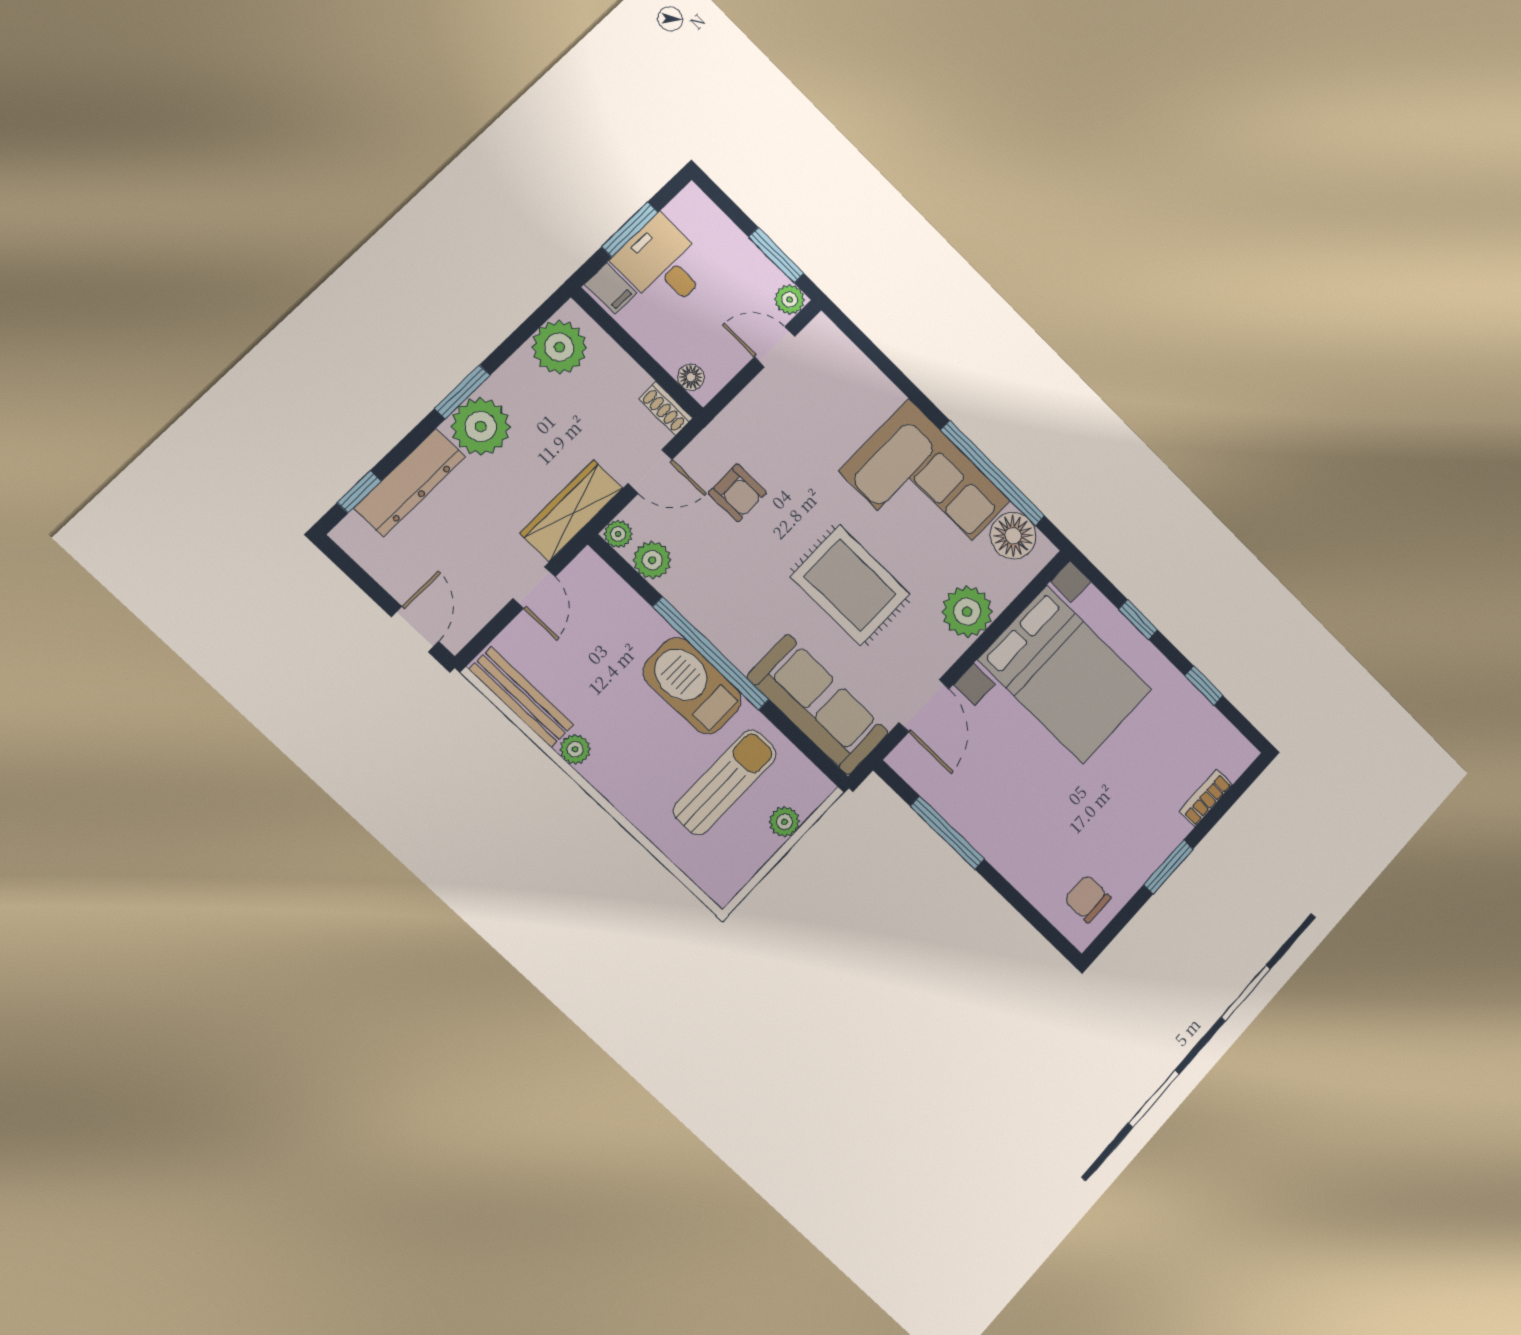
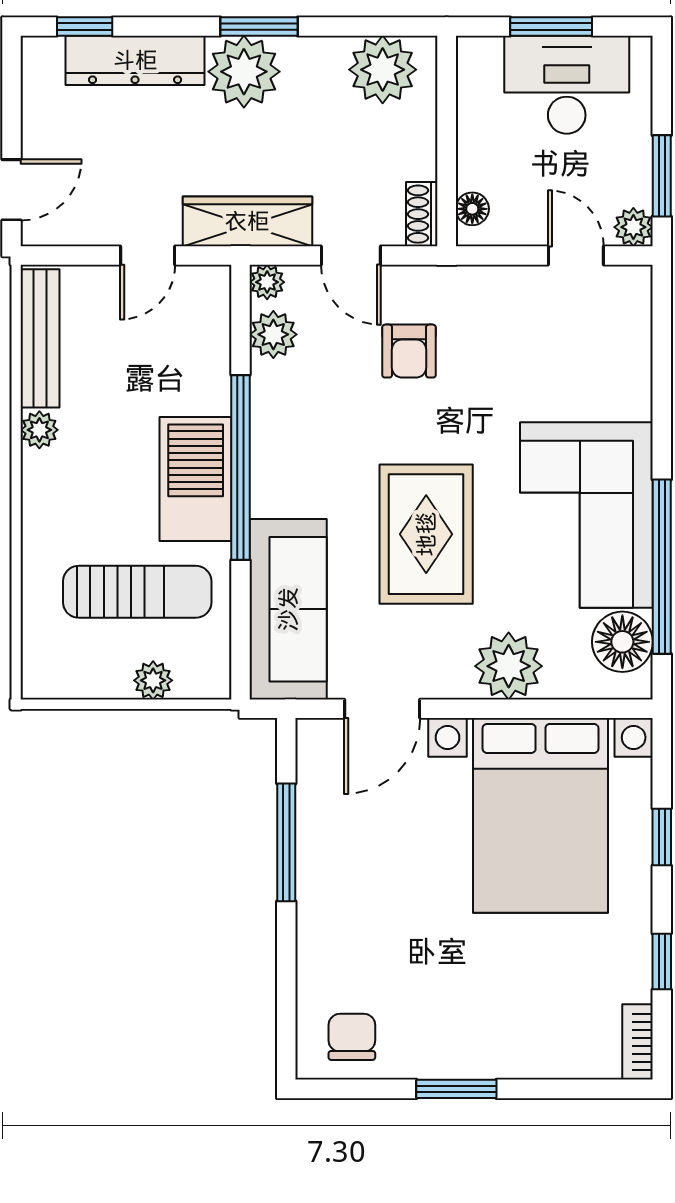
desk: (663, 264) -> (567, 85), width x1.37
filing cabinet: (611, 289) -> (481, 62), removed
bookcase: (1206, 798) -> (638, 1042), moved, turned -90

